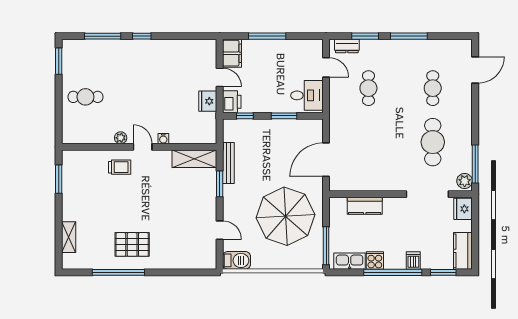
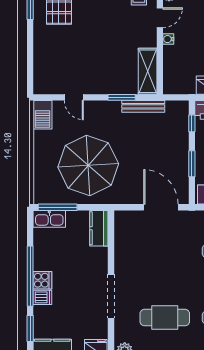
door: (326, 160) -> (161, 207), moved
doorway: (427, 194) -> (111, 296), moved
kitchen counter: (365, 206) -> (99, 228), moved
door: (220, 230) -> (74, 97), hinge flipped
kitchen sink: (350, 261) -> (49, 219), moved, turned 90
cooker: (375, 261) -> (42, 280), moved

